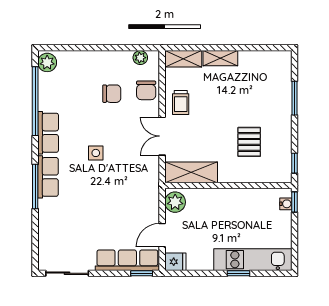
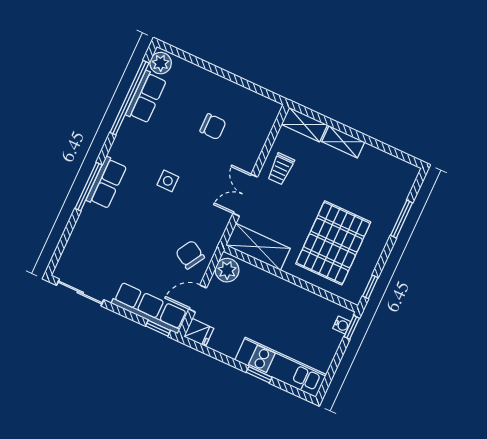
plant: (140, 58) -> (260, 103), removed
chair: (146, 90) -> (190, 255), moved, turned 121
row of seats: (48, 133) -> (146, 97), moved
pallet: (249, 142) -> (333, 243), width x2.05, depth x2.00

